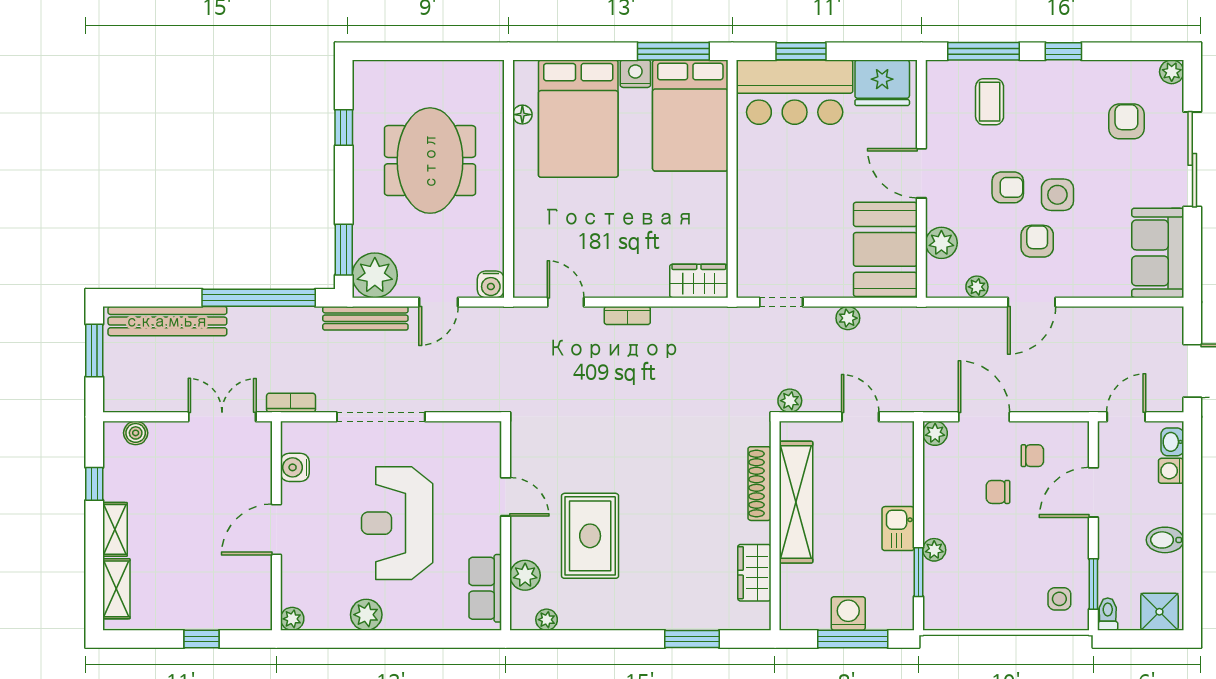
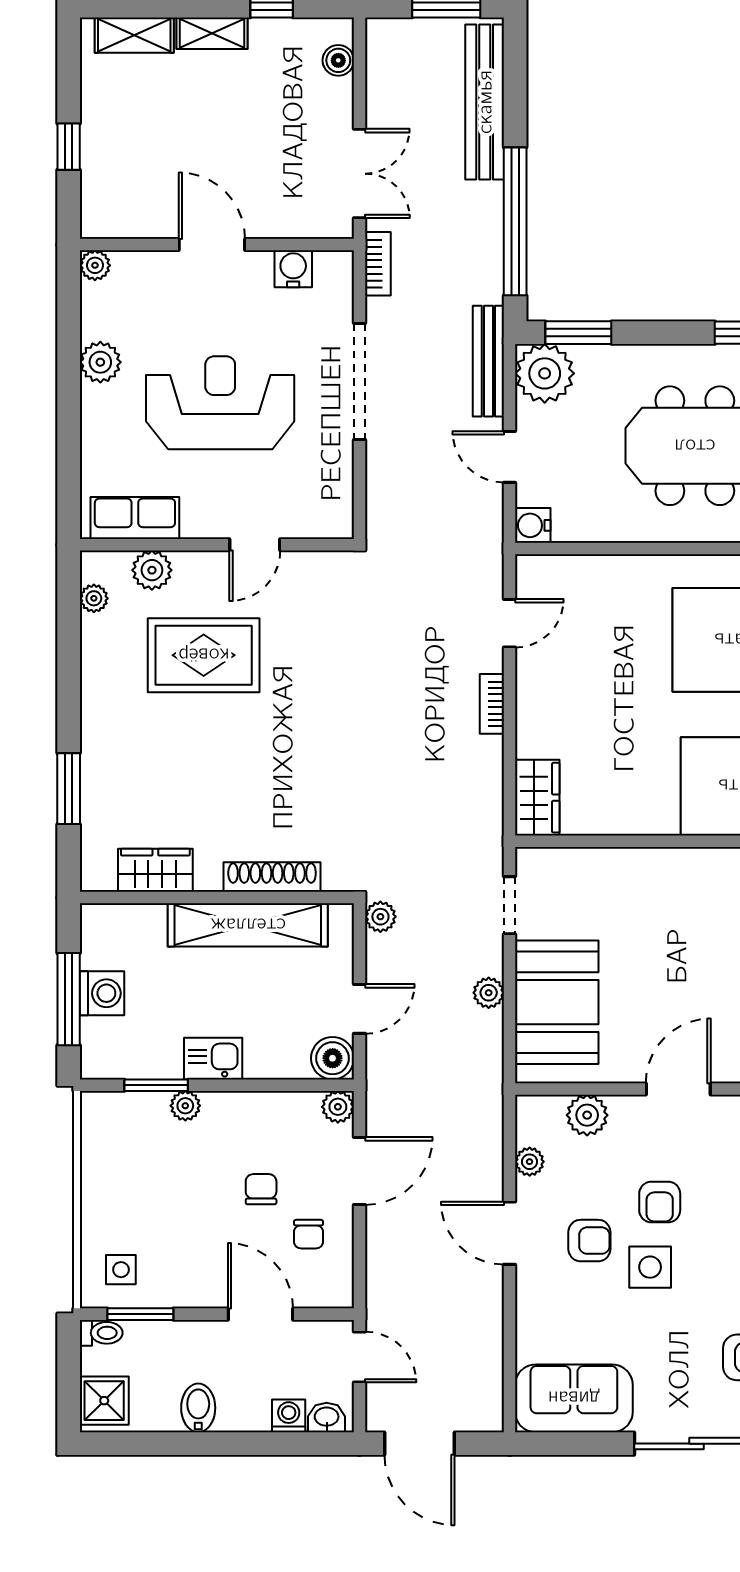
booth: (885, 249) -> (557, 1002), moved, turned 90
boiler: (898, 437) -> (333, 1058), added

